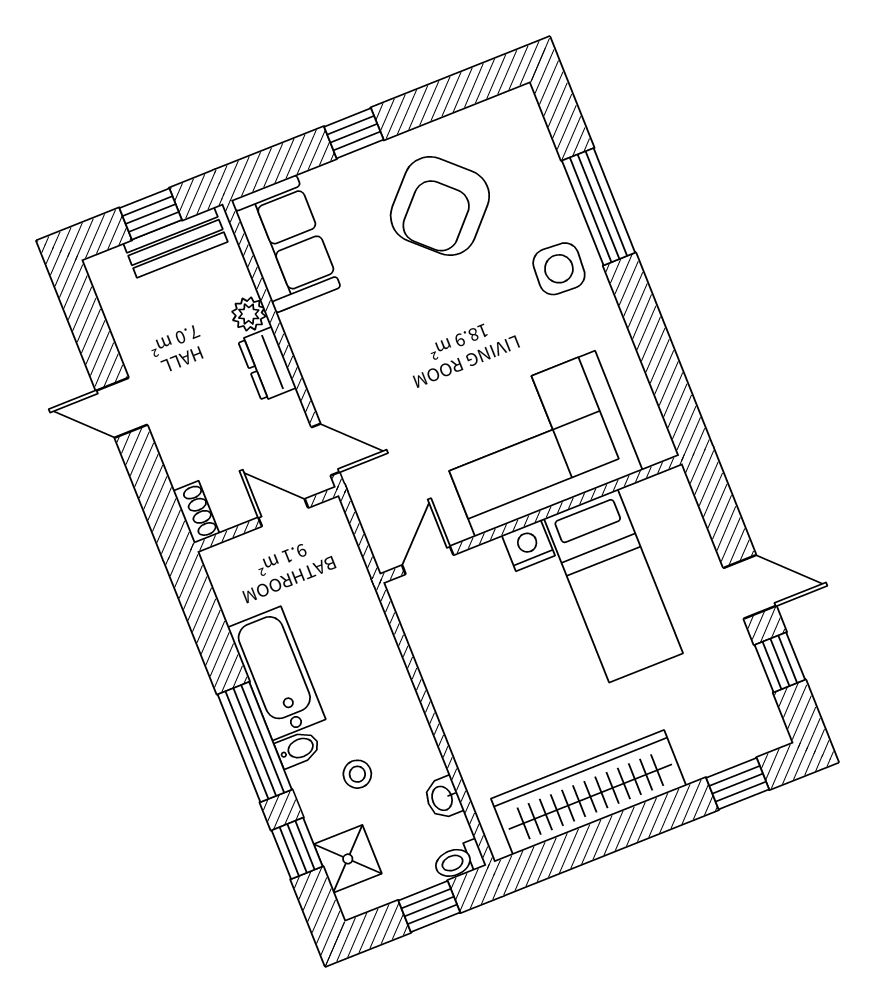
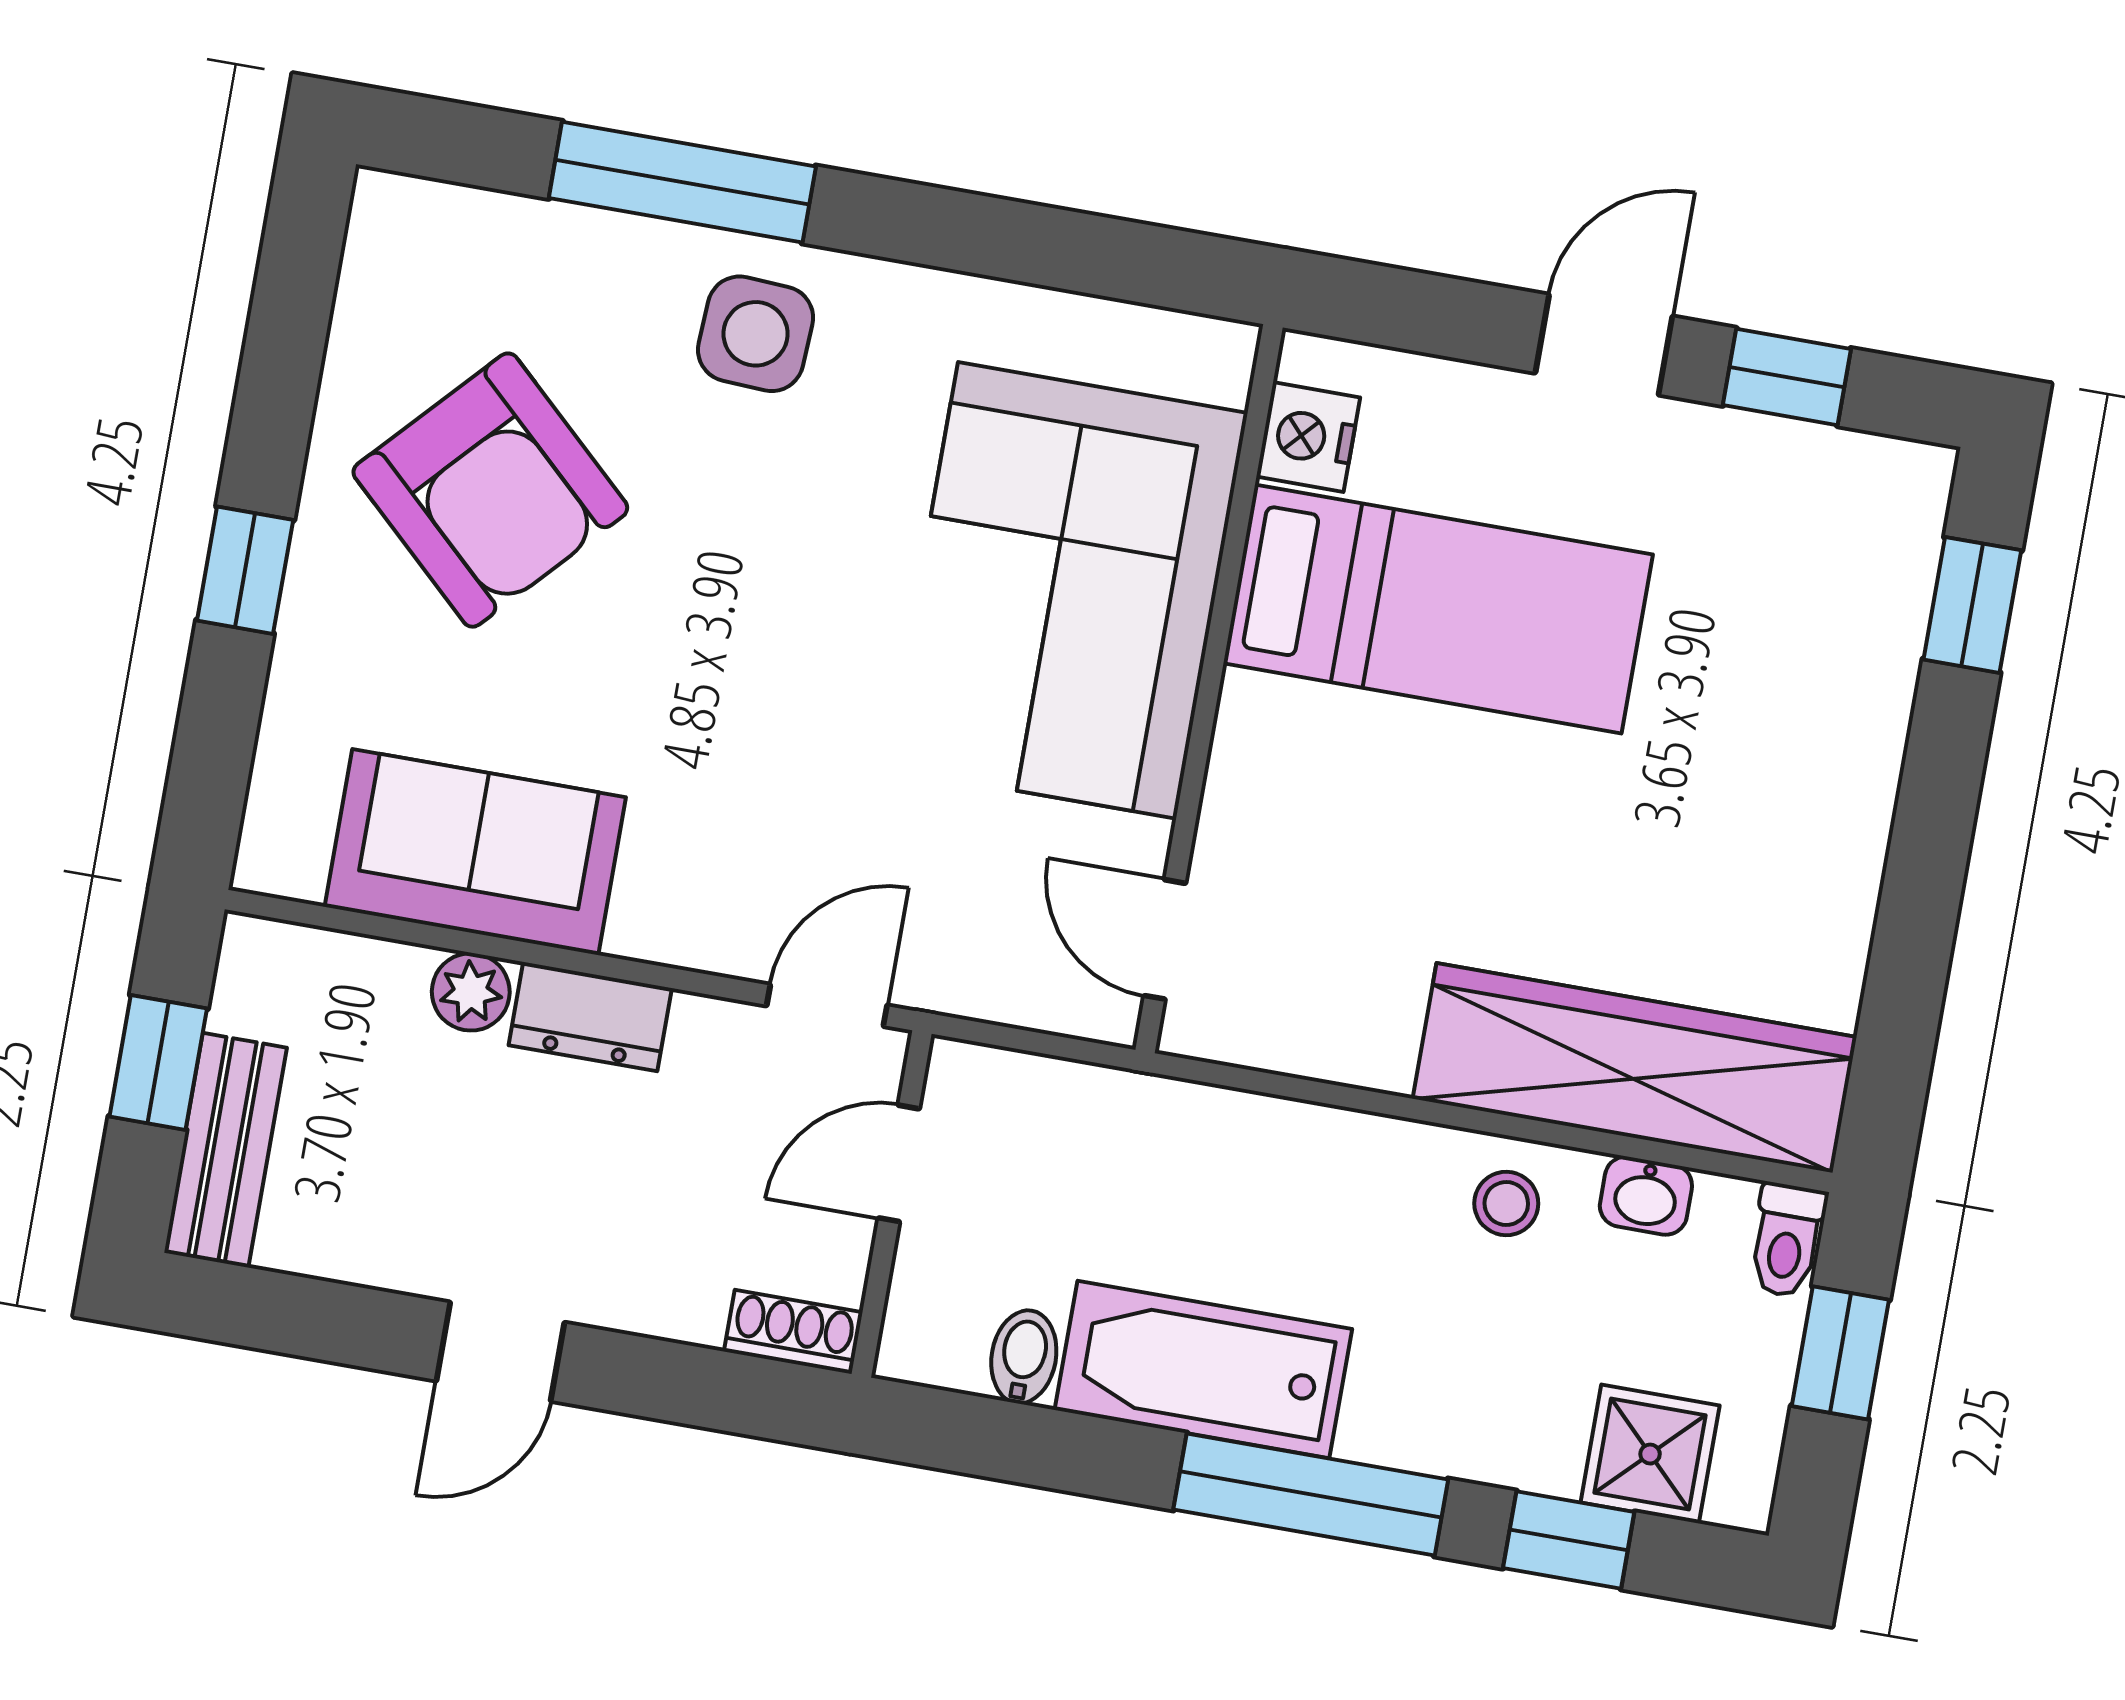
bench: (175, 243) -> (226, 1150), moved
sofa: (286, 244) -> (475, 852), moved
nightstand: (528, 546) -> (1308, 437), moved
bidet: (298, 749) -> (1024, 1357), moved
stool: (357, 774) -> (1506, 1203), moved
wardrobe: (589, 792) -> (1635, 1068), moved, turned 90

